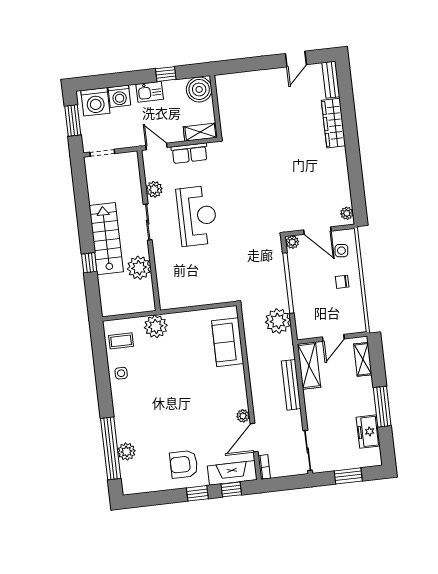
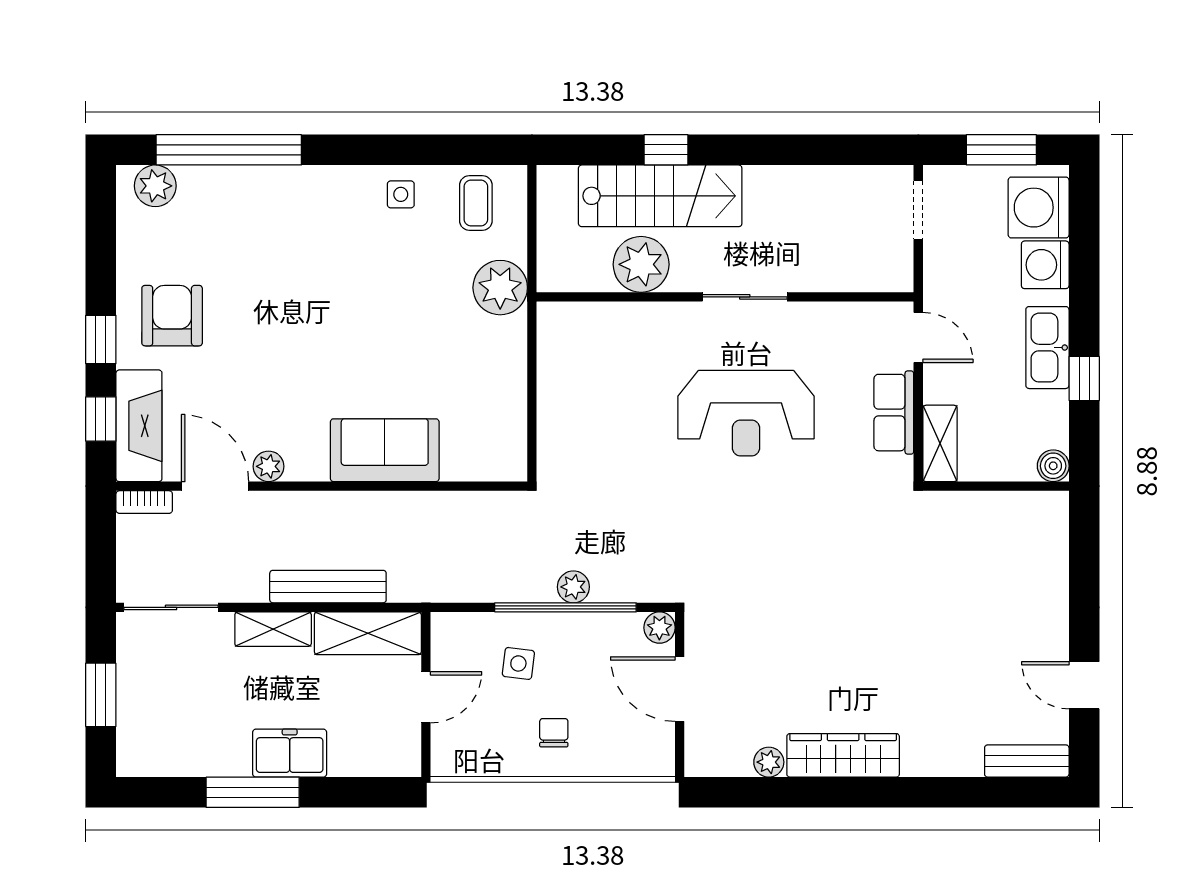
boiler: (199, 89) -> (1053, 466), width x0.54, depth x0.54
kitchen sink: (150, 92) -> (1047, 348), width x1.38
wardrobe: (333, 123) -> (843, 755), moved
door: (156, 147) -> (918, 338), hinge flipped
plant: (154, 189) -> (820, 321), removed
plant: (347, 213) -> (769, 762), moved
door: (317, 231) -> (680, 689), hinge flipped
stairs: (106, 239) -> (660, 196), moved
side table: (341, 251) -> (518, 663), moved
plant: (278, 321) -> (573, 587), moved, width x0.53, depth x0.53
door: (333, 338) -> (426, 697), swing flipped
sofa: (228, 342) -> (385, 450), moved
shelving: (363, 359) -> (273, 629), moved
freezer: (368, 432) -> (290, 753), moved
plant: (126, 452) -> (155, 186), moved

